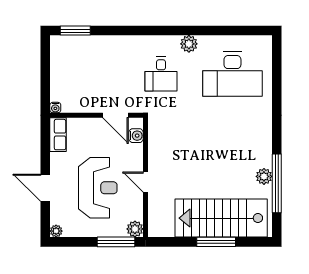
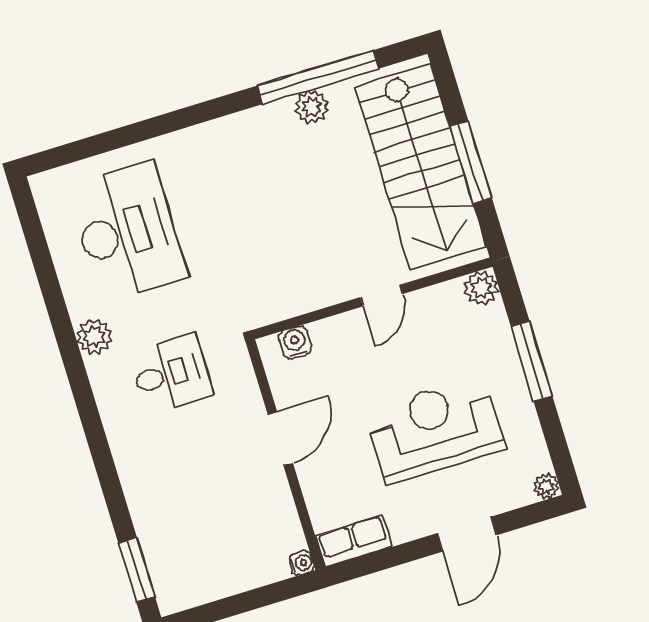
water cooler: (136, 136) -> (295, 342), moved
wall: (145, 177) -> (372, 298), moved
door: (145, 182) -> (382, 295), moved
plant: (135, 229) -> (481, 288), moved

